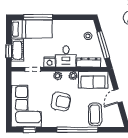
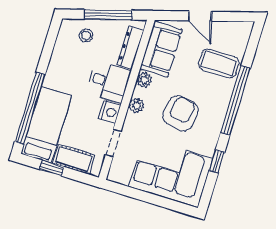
window: (38, 17) -> (30, 108), width x1.46
window: (9, 51) -> (52, 168), moved
window: (29, 130) -> (217, 161), moved

